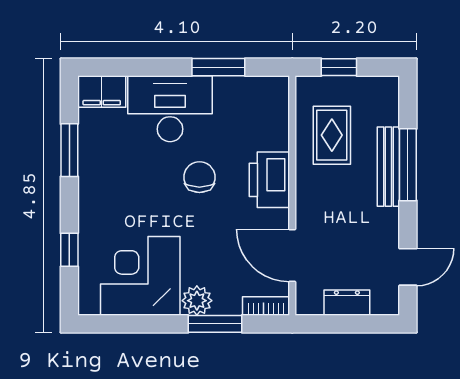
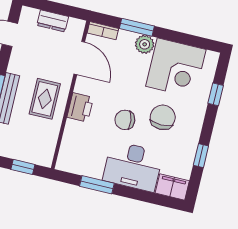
rug: (332, 135) -> (45, 99), moved
window: (69, 150) -> (201, 156), width x0.67
chair: (199, 177) -> (125, 120), turned 82
printer: (269, 180) -> (80, 107), width x0.73, depth x0.84
chair: (142, 195) -> (163, 117), added

